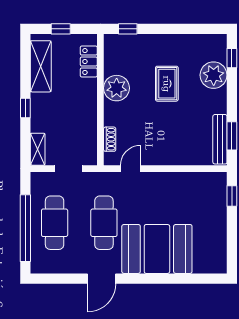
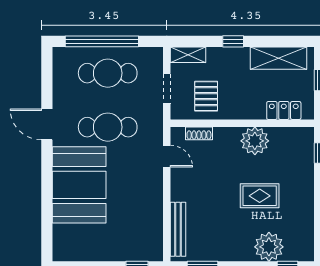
pallet: (76, 133) -> (206, 96), added
bench: (220, 139) -> (178, 229), moved, turned 90

